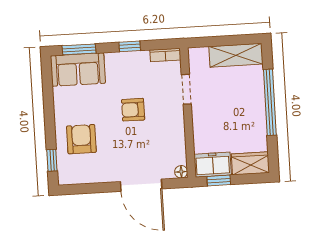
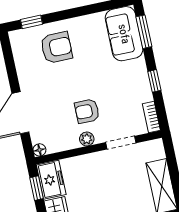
armchair: (133, 110) -> (87, 111), moved, turned -90
plant: (177, 123) -> (87, 139), added

